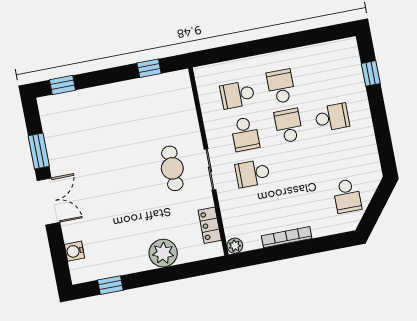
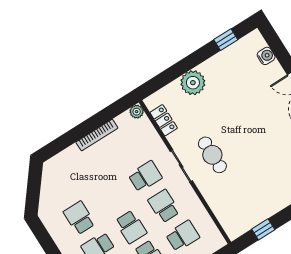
school desk: (347, 196) -> (79, 218), moved

